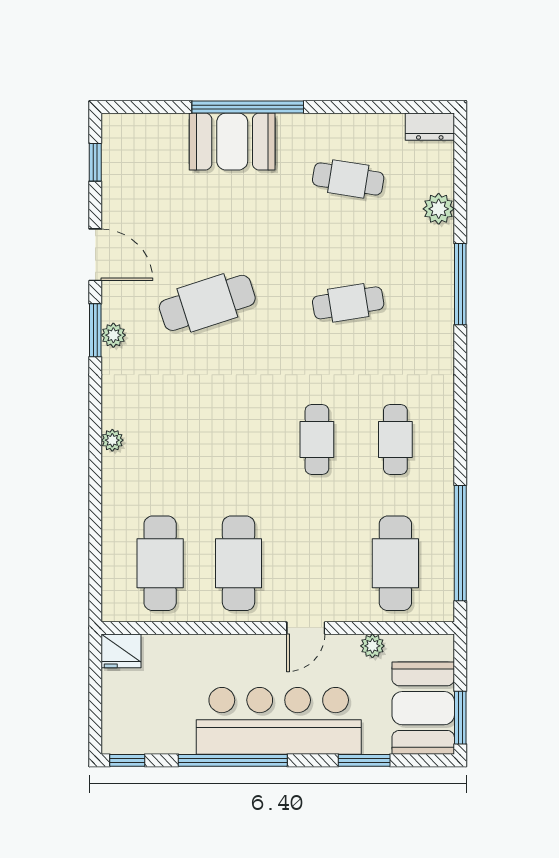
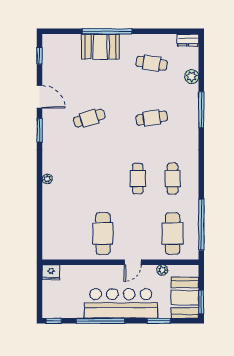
cafe table: (207, 303) -> (89, 118), width x0.73, depth x0.74
plant: (113, 335) -> (48, 132), removed
cafe table: (160, 563) -> (68, 233), removed

